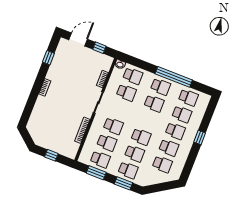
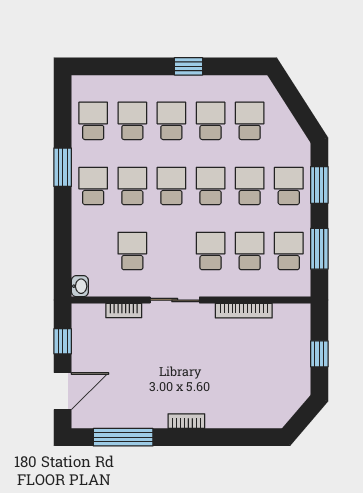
door: (78, 40) -> (63, 391), swing flipped
window: (48, 58) -> (123, 437), width x2.17
school desk: (133, 76) -> (171, 186), moved
window: (174, 77) -> (63, 167), width x0.47
window: (200, 137) -> (189, 66), moved

